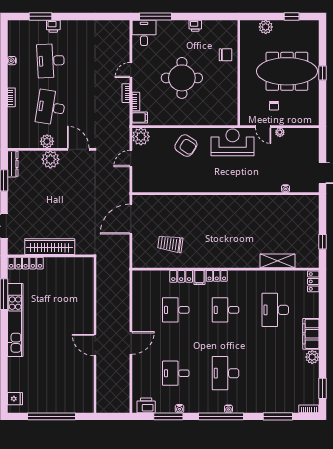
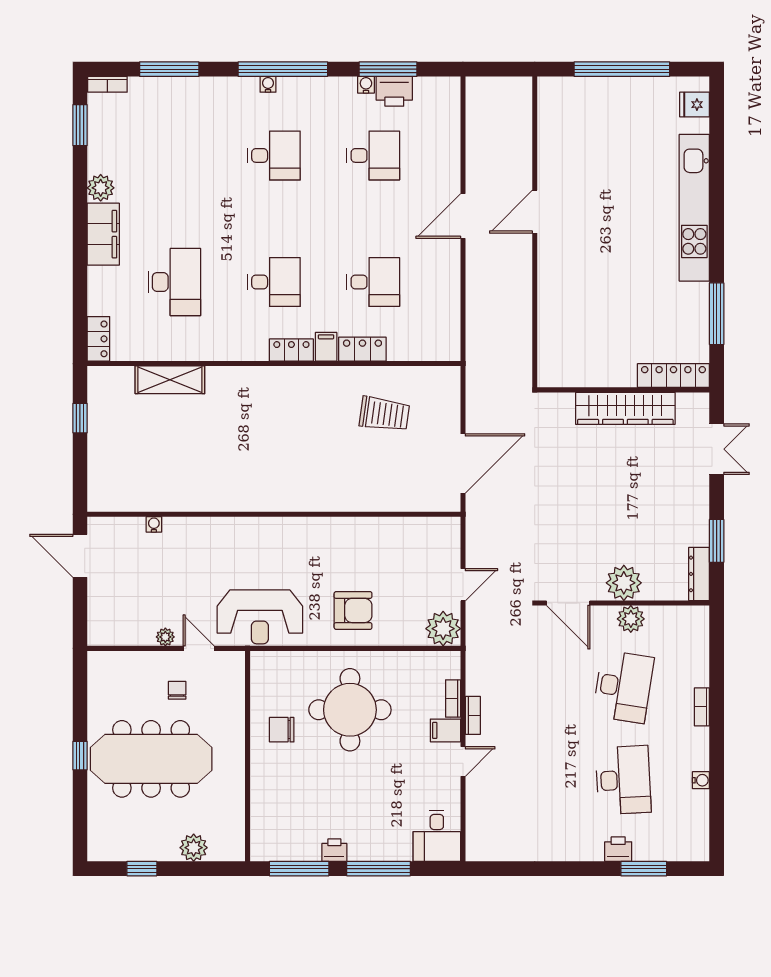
window: (156, 16) -> (379, 869), moved
window: (213, 16) -> (299, 869), added
chair: (225, 55) -> (282, 730), moved
round table: (182, 78) -> (350, 710), moved
filing cabinet: (140, 118) -> (445, 730), moved
armchair: (186, 146) -> (353, 610), turned 147
kitchen unit: (15, 320) -> (694, 208), moved
door: (95, 345) -> (535, 212), swing flipped
desk: (226, 373) -> (274, 155), width x0.73
printer: (146, 405) -> (394, 91), moved

